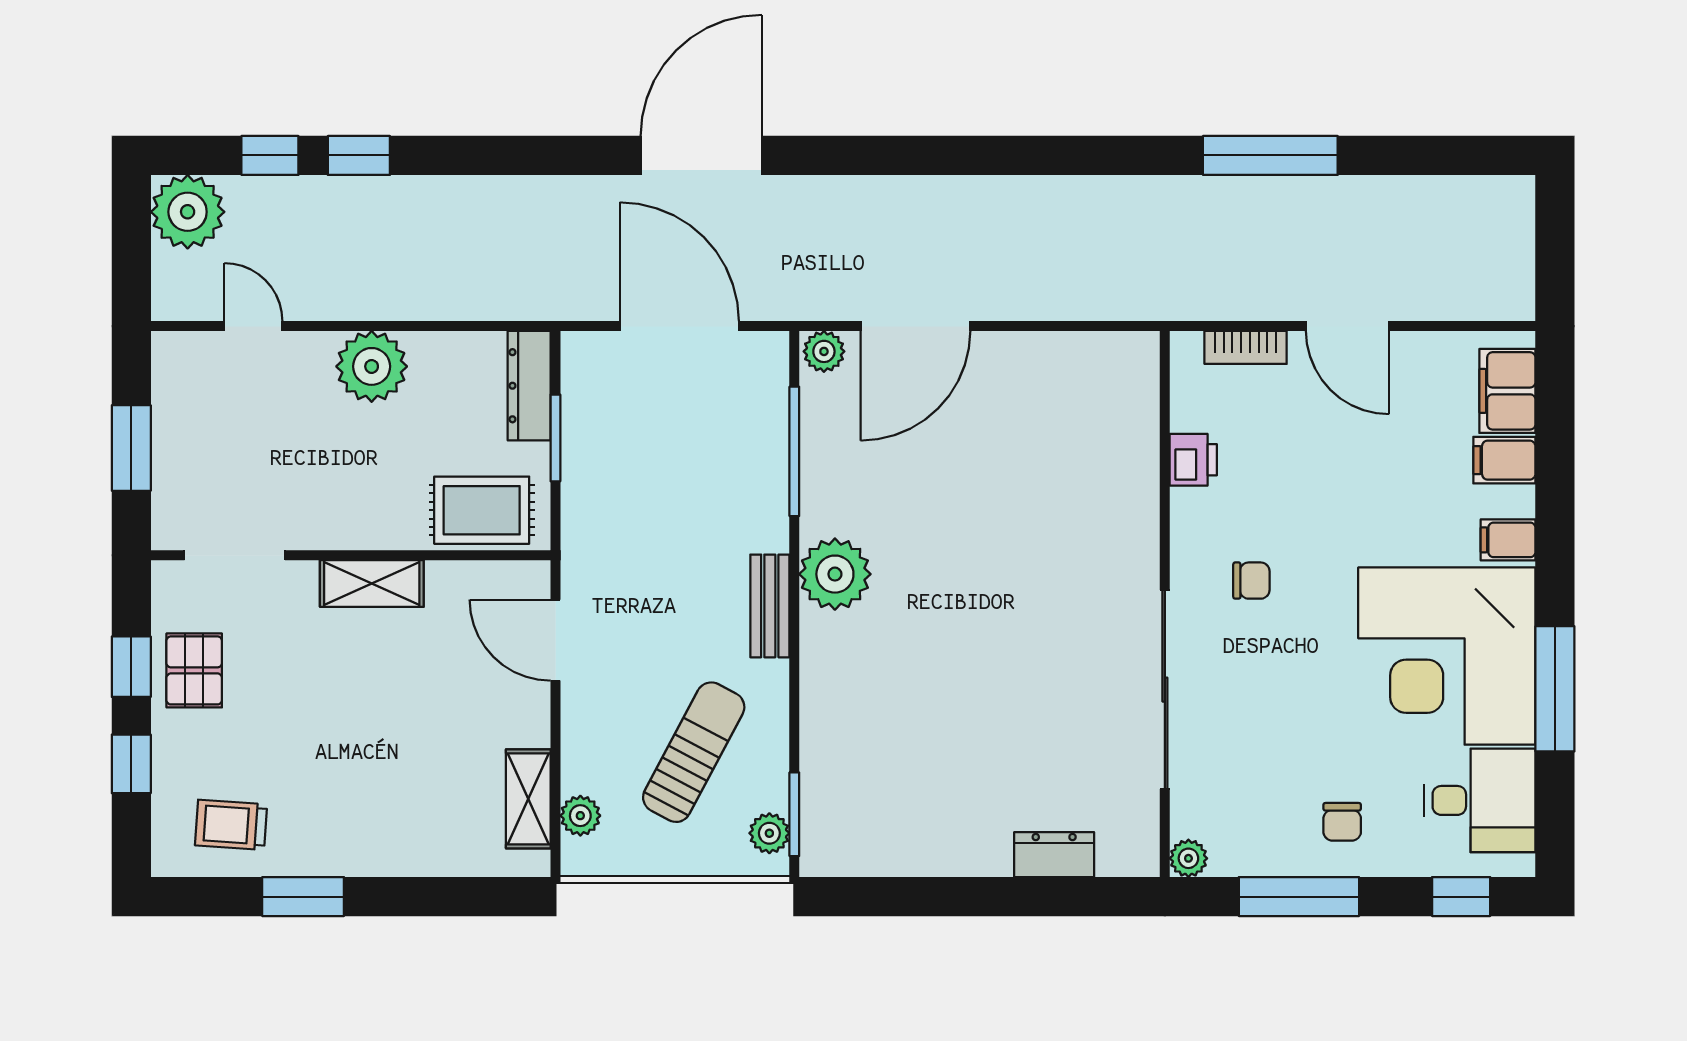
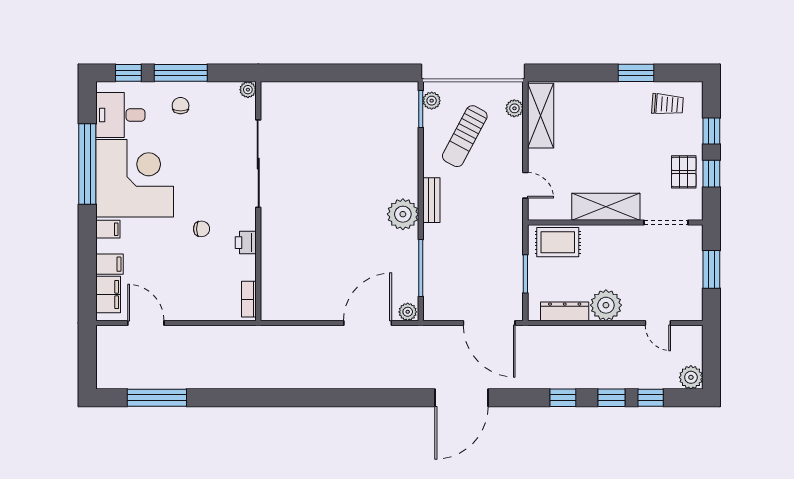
window: (470, 155) -> (563, 398), added
window: (1270, 155) -> (157, 398), moved
plant: (188, 212) -> (691, 377), width x0.73, depth x0.73
door: (679, 326) -> (489, 323), moved
door: (1348, 326) -> (146, 323), moved
bookcase: (1246, 347) -> (249, 299), moved, turned -90
dresser: (529, 386) -> (565, 311), moved, turned -90
printer: (1193, 460) -> (246, 243), moved
chair: (1251, 581) -> (202, 229), moved, turned 180
shelving: (372, 583) -> (606, 207), width x1.50, depth x1.33
door: (555, 640) -> (525, 185), width x0.73
window: (1555, 689) -> (87, 164), width x1.46
shelving: (528, 799) -> (541, 116), width x1.50, depth x1.33
dresser: (1054, 855) -> (307, 91), removed
window: (1299, 897) -> (181, 73), moved

